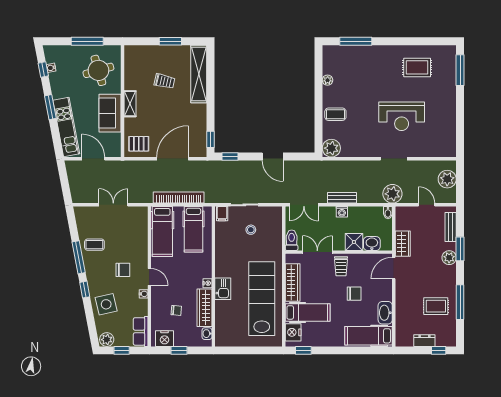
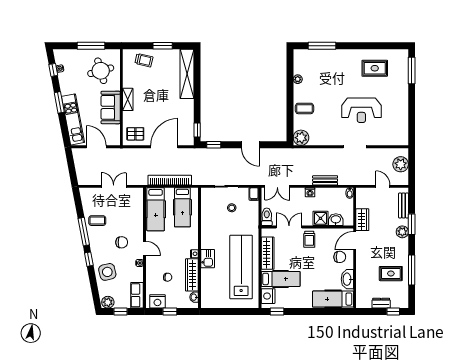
trolley: (164, 81) -> (144, 60), moved
plant: (392, 194) -> (354, 177), removed
bench: (342, 198) -> (325, 180), moved
filing cabinet: (222, 214) -> (254, 194), moved
chair: (354, 294) -> (340, 257), moved

